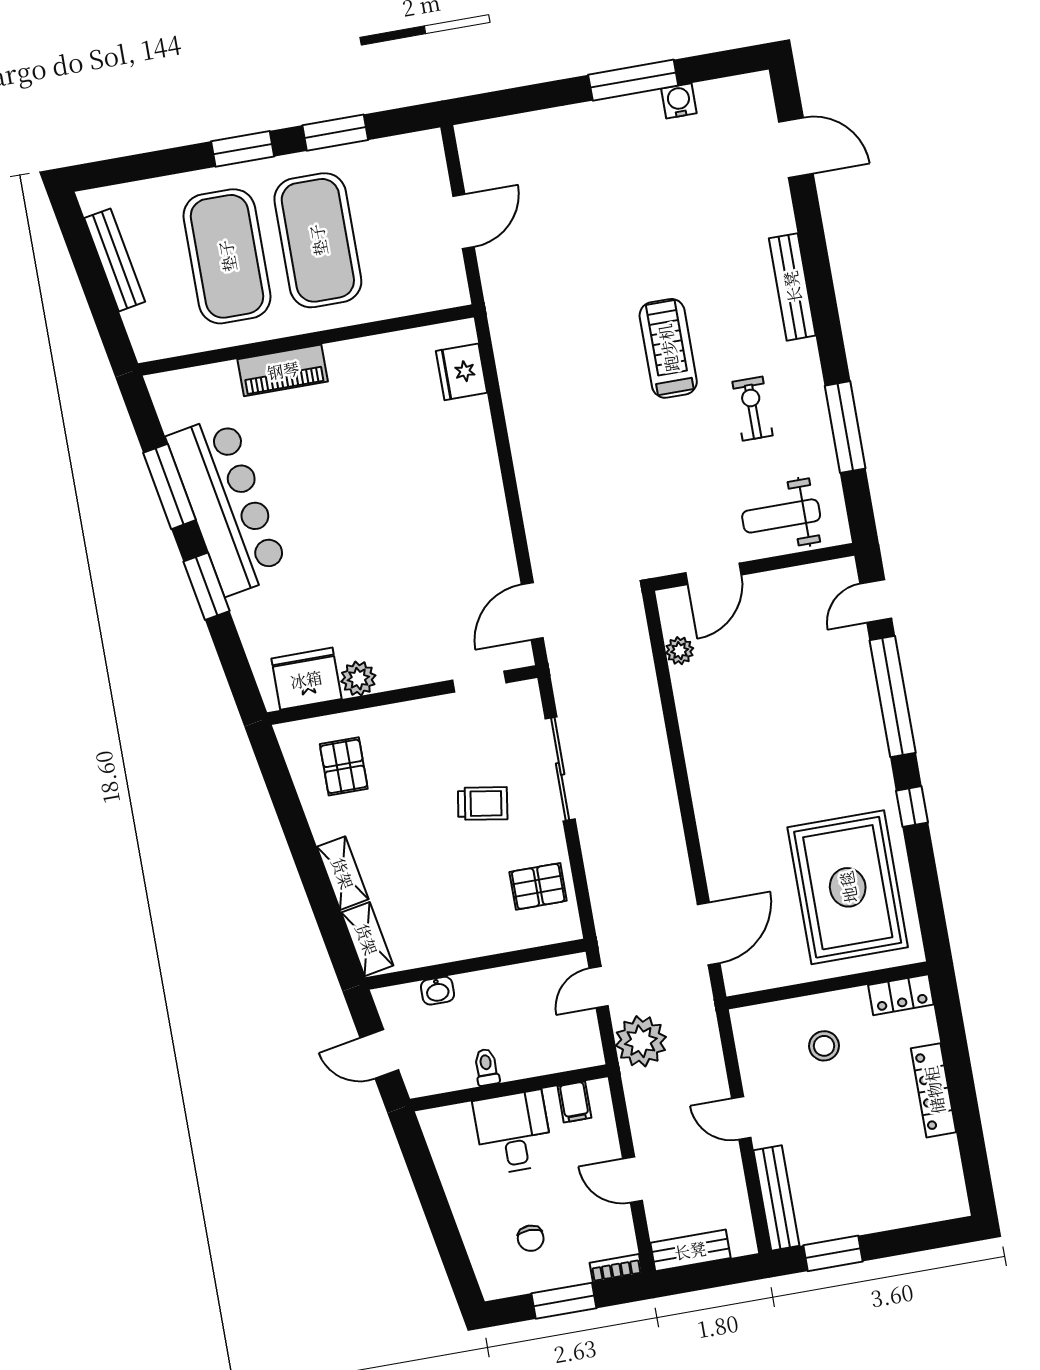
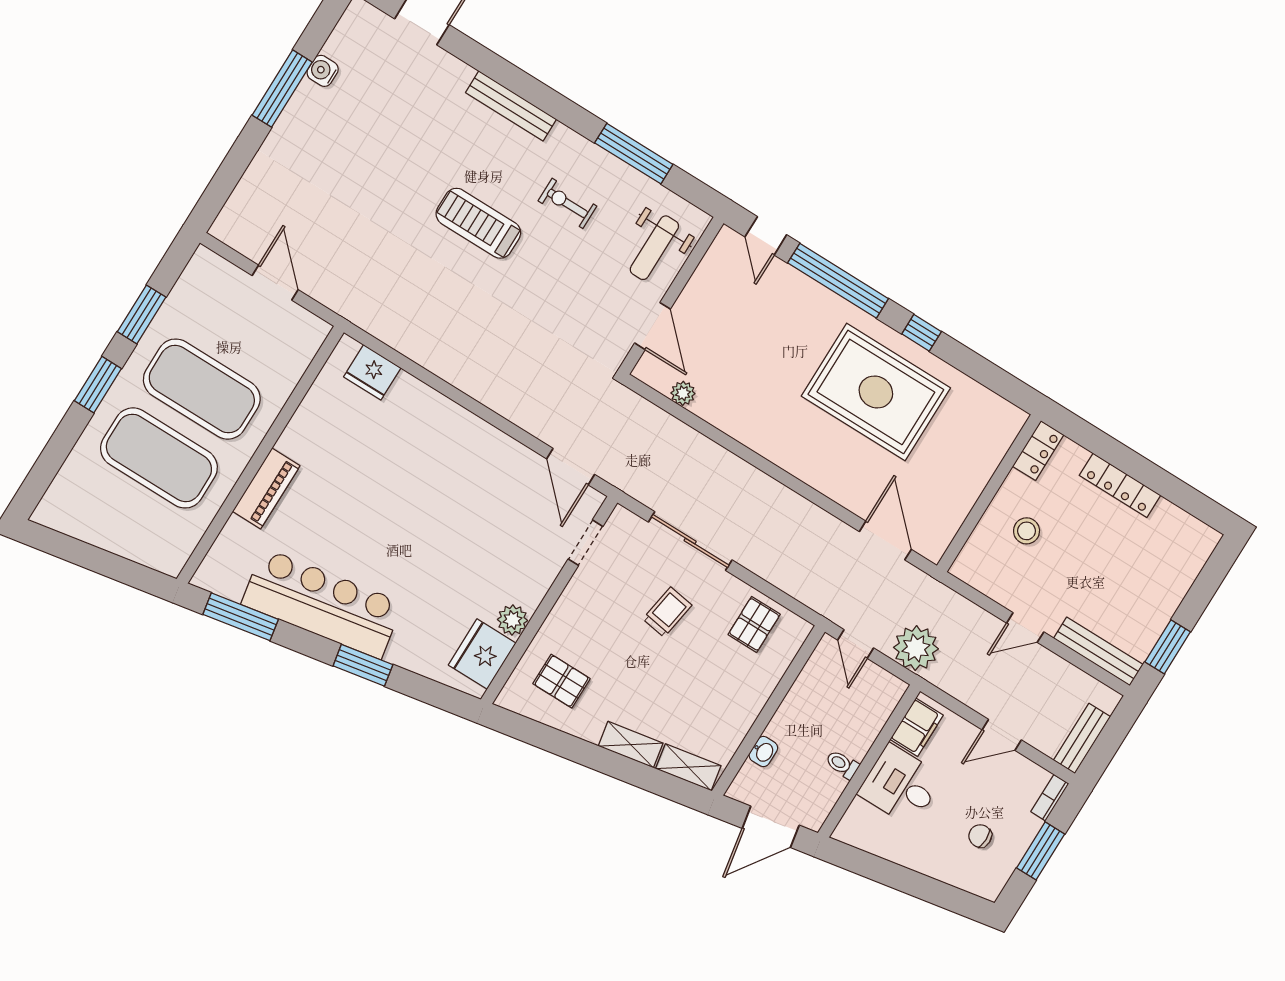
bench: (115, 260) -> (95, 534), removed
window: (170, 486) -> (241, 617), moved
rug: (848, 887) -> (876, 392), moved
door: (379, 1054) -> (771, 827), width x1.38
filing cabinet: (574, 1102) -> (917, 727), width x2.00
chair: (531, 1238) -> (980, 836), turned 180

